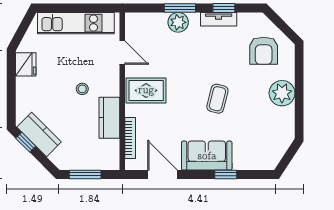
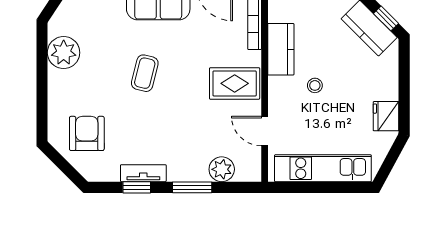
plant: (178, 22) -> (222, 169), moved
plant: (282, 93) -> (64, 53), moved

